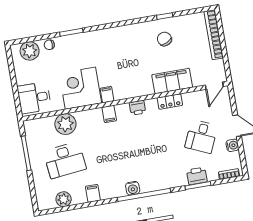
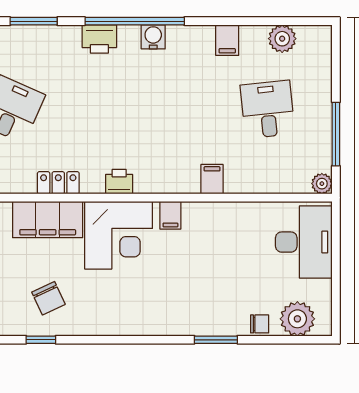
corner desk: (80, 88) -> (119, 235), moved
desk: (34, 98) -> (304, 242), width x1.37
filing cabinet: (109, 114) -> (212, 179), moved
plant: (65, 124) -> (322, 184), moved, width x0.53, depth x0.53
desk: (65, 160) -> (268, 109), width x0.73
printer: (197, 176) -> (99, 39), moved

